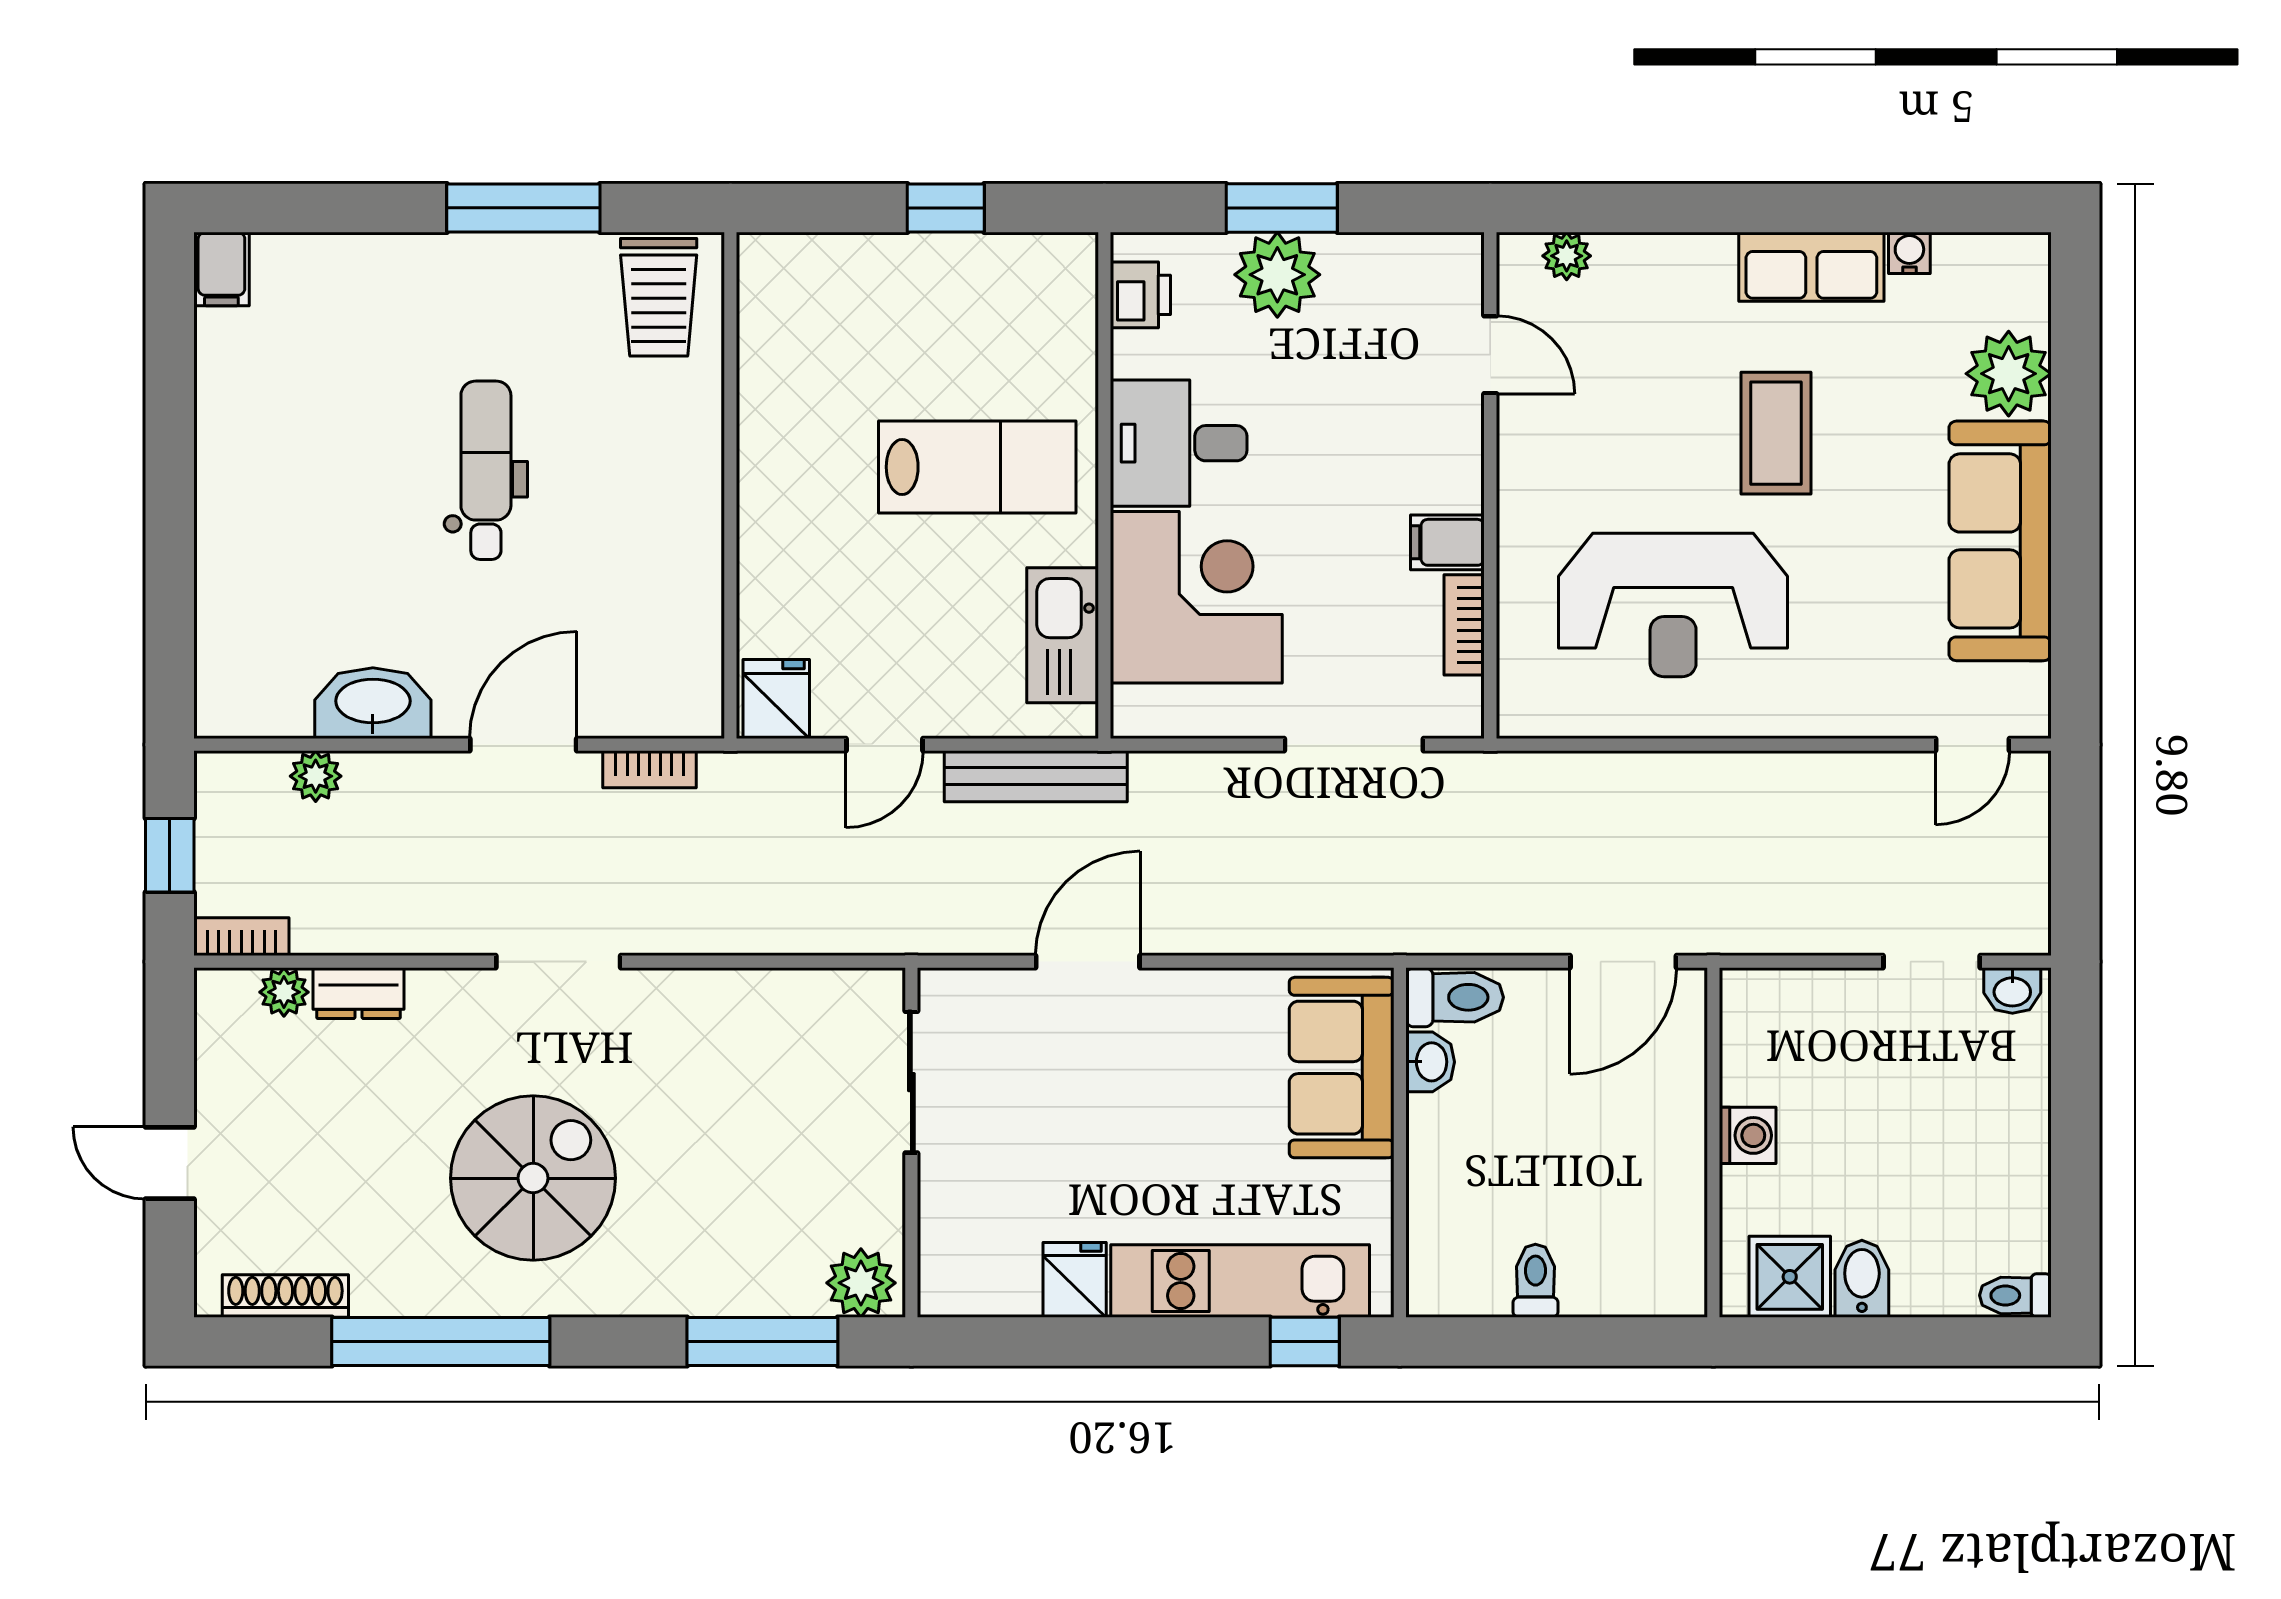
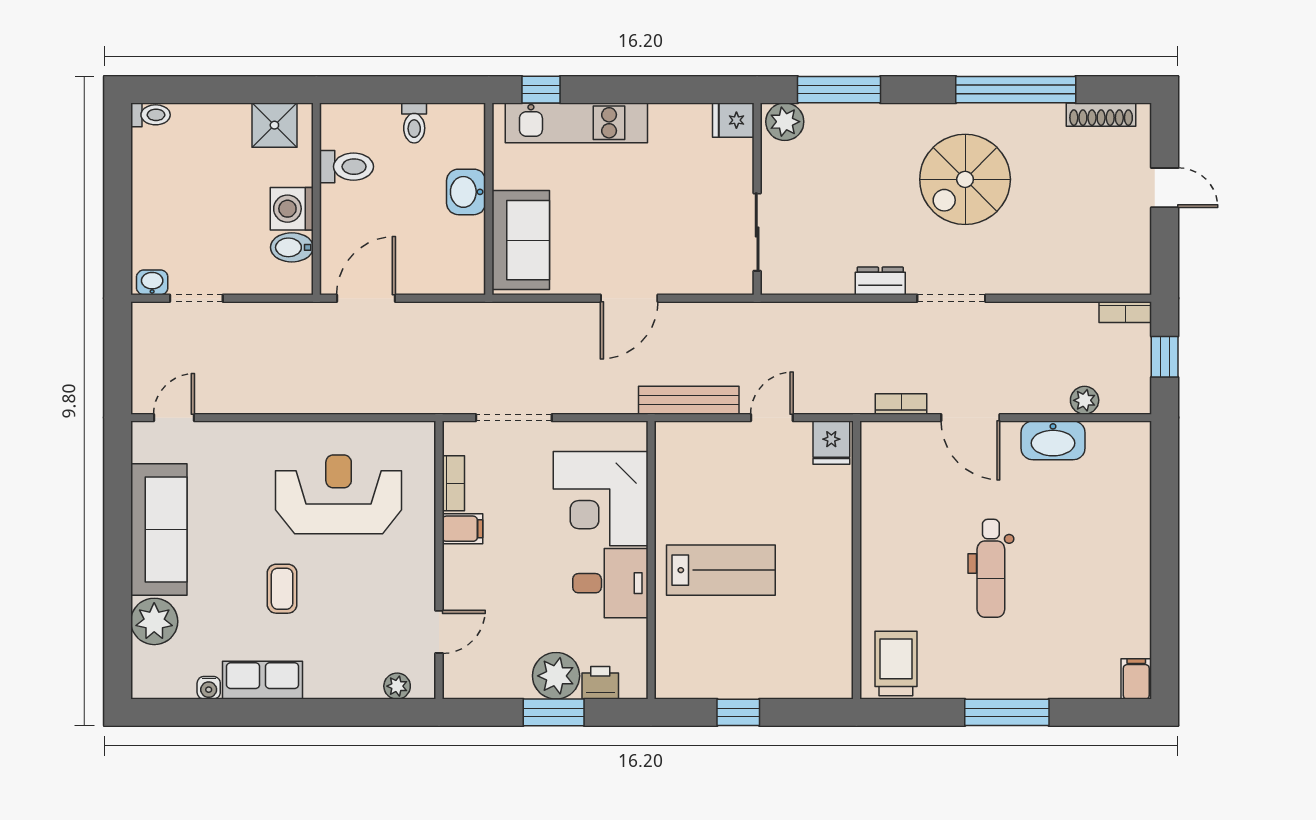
window: (523, 208) -> (1007, 712), moved
printer: (1140, 295) -> (600, 683), moved, turned 90
door: (1490, 355) -> (439, 632), swing flipped
coffee table: (1776, 433) -> (282, 589), width x0.73, depth x0.77
lab bench: (977, 467) -> (721, 570), turned 180
kitchen sink: (1063, 635) -> (674, 478), removed
door: (523, 745) -> (970, 418), hinge flipped
door: (1088, 962) -> (629, 298), moved
plant: (284, 992) -> (1102, 282), removed
dresser: (359, 993) -> (880, 281), moved
toilet: (1455, 997) -> (347, 167), moved, turned 180
washbasin: (1430, 1062) -> (466, 192), moved, width x1.38, depth x1.45
washing machine: (1748, 1135) -> (292, 209), width x1.38, depth x1.38
bidet: (1862, 1279) -> (292, 247), moved, turned 90
fridge: (1075, 1280) -> (733, 120), moved, turned 90

